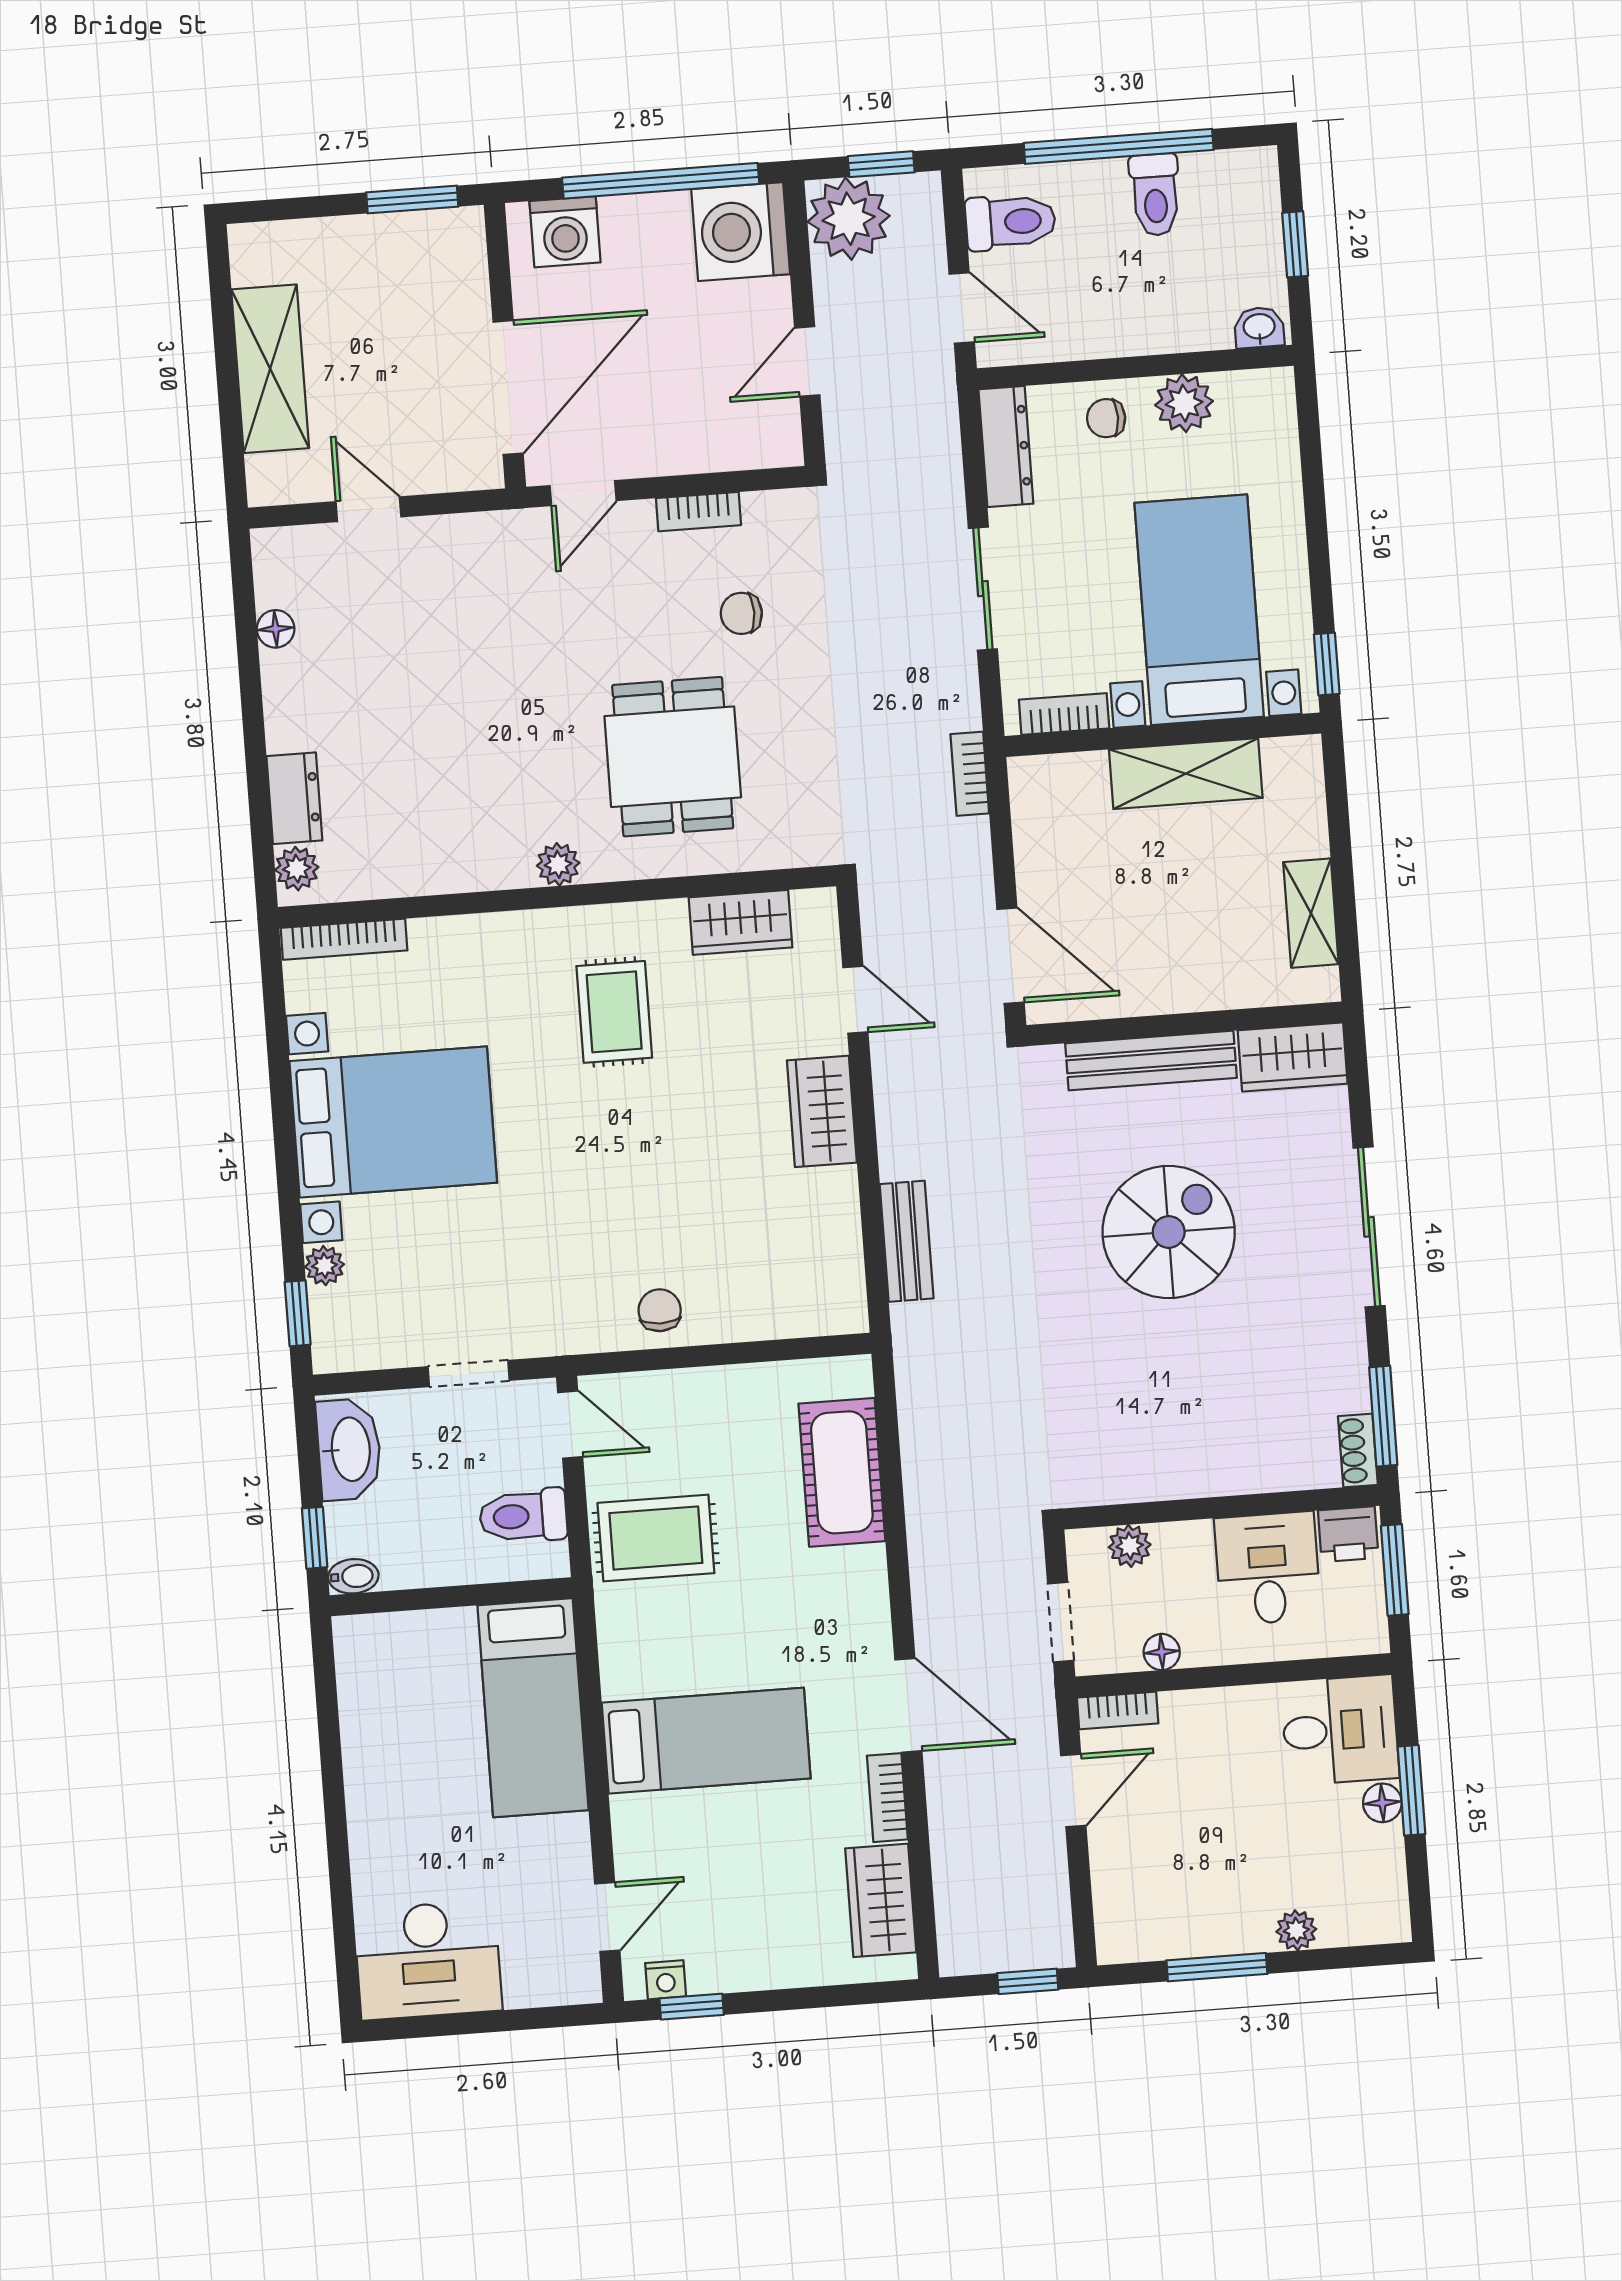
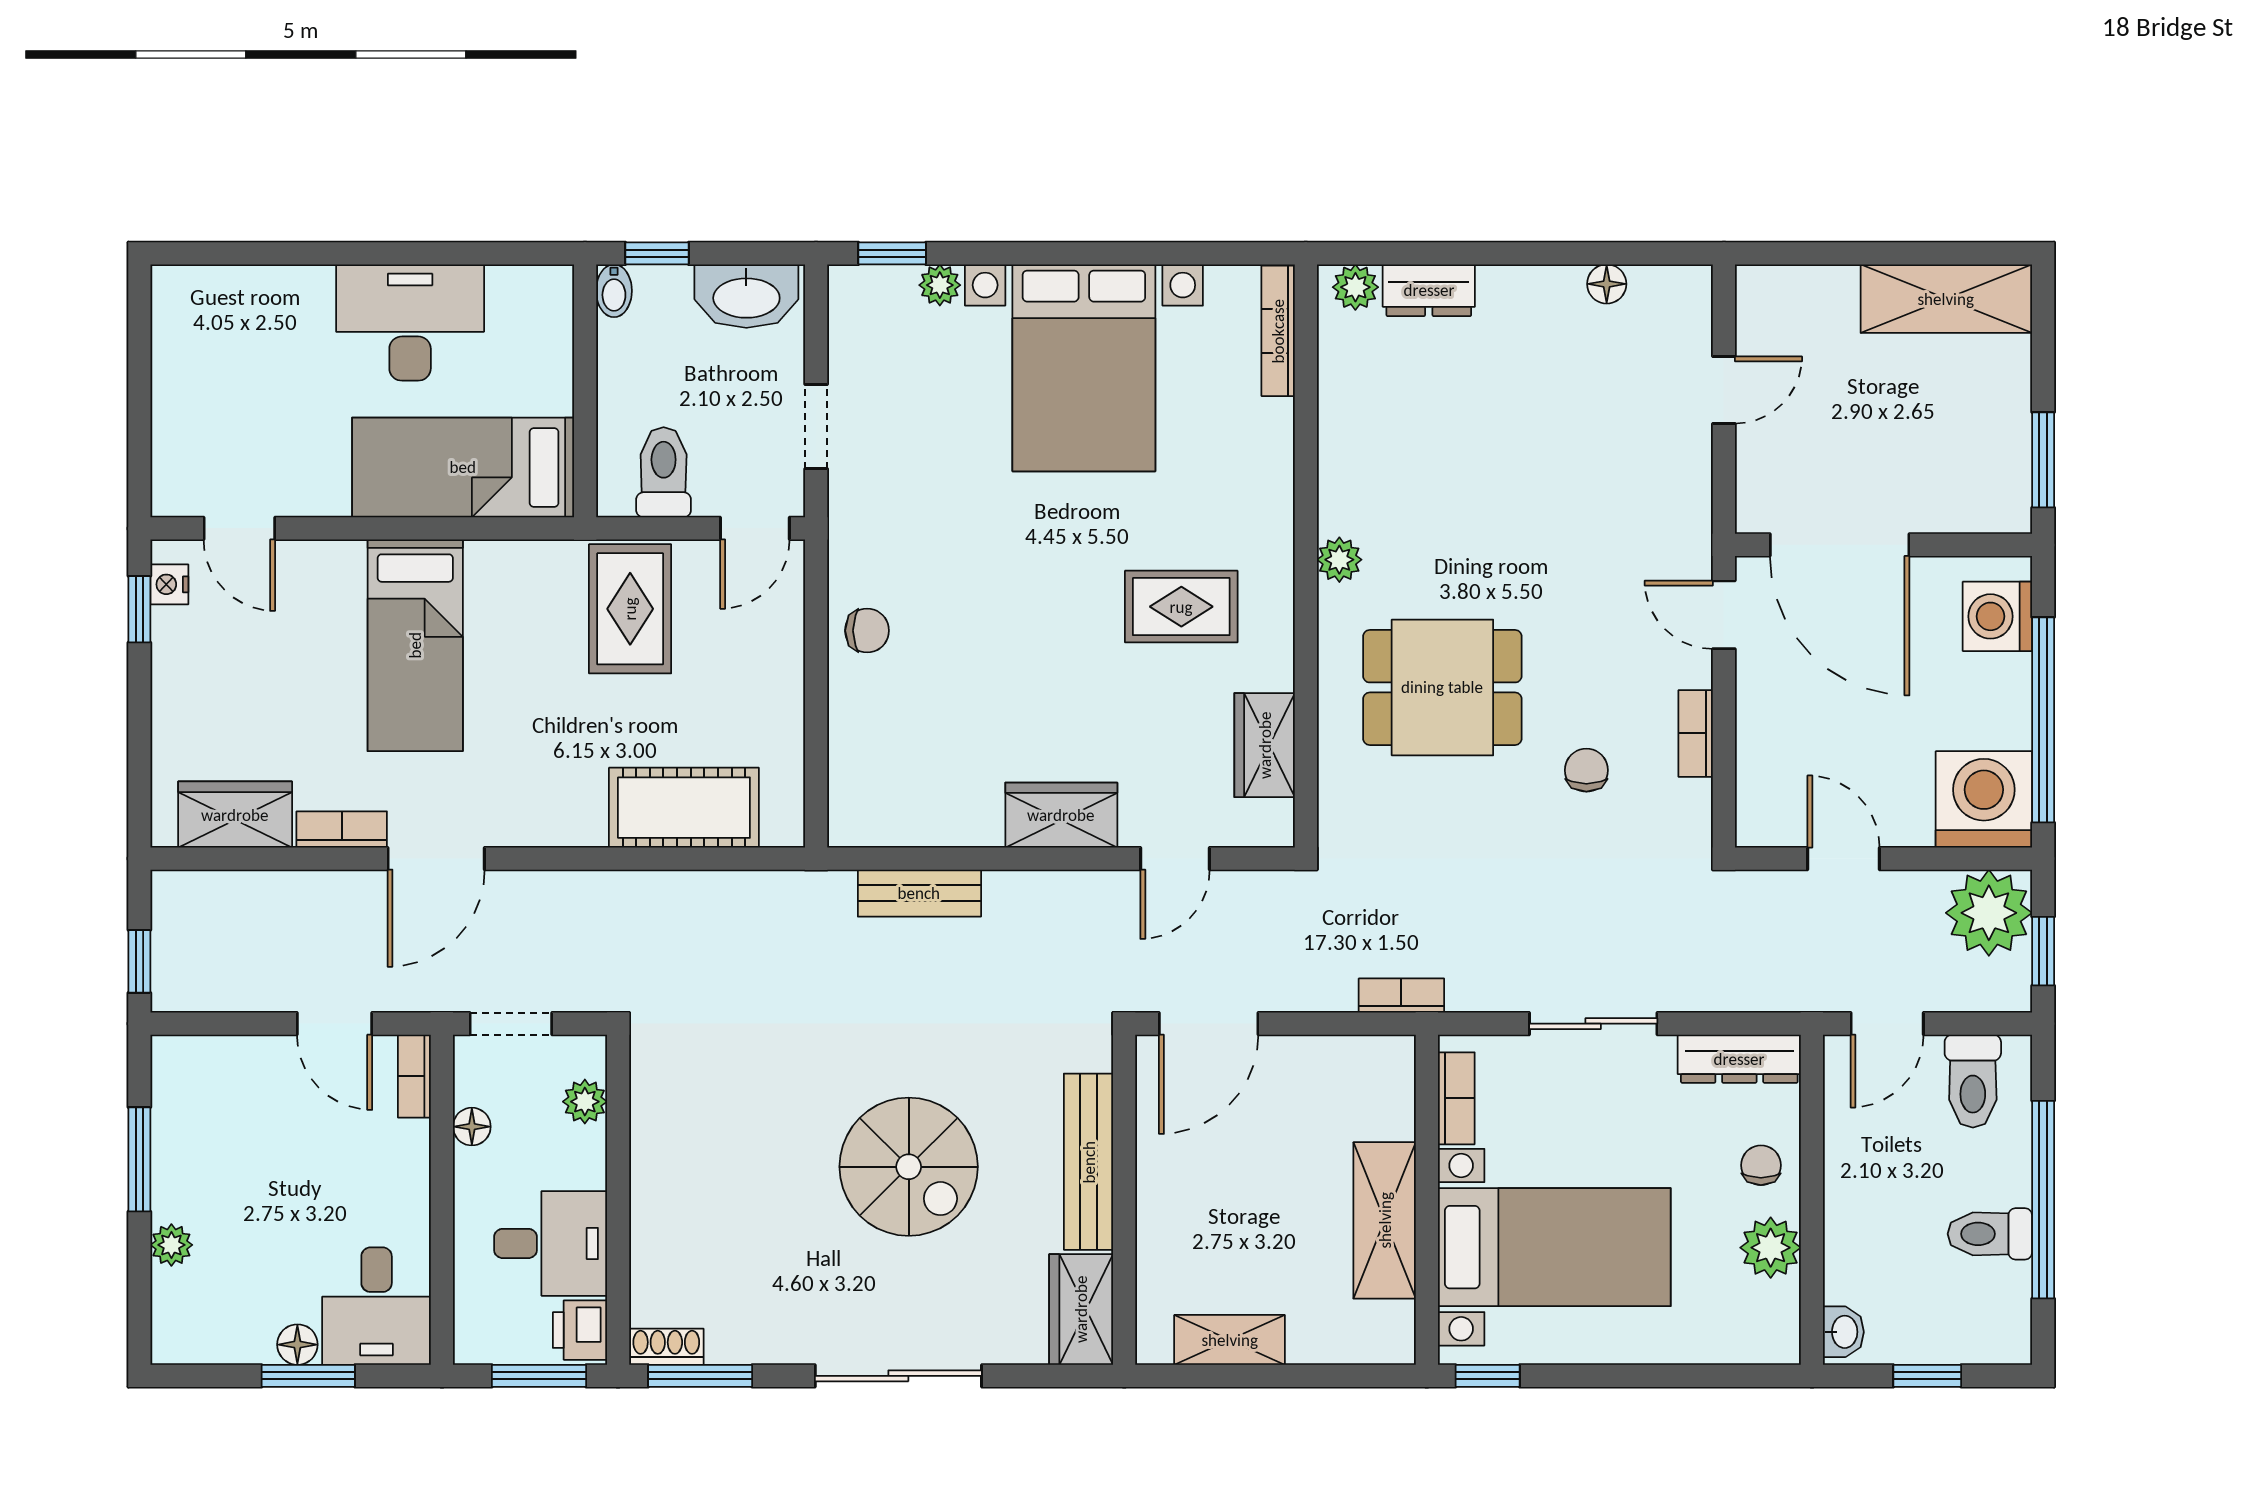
shelving: (270, 369) -> (1946, 299), moved
desk: (428, 1960) -> (410, 322), moved, turned 90

